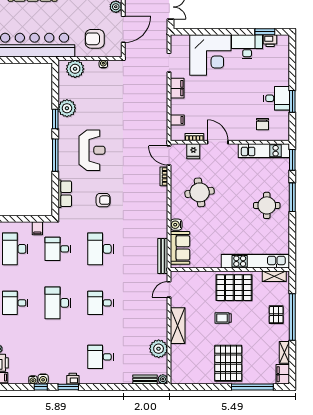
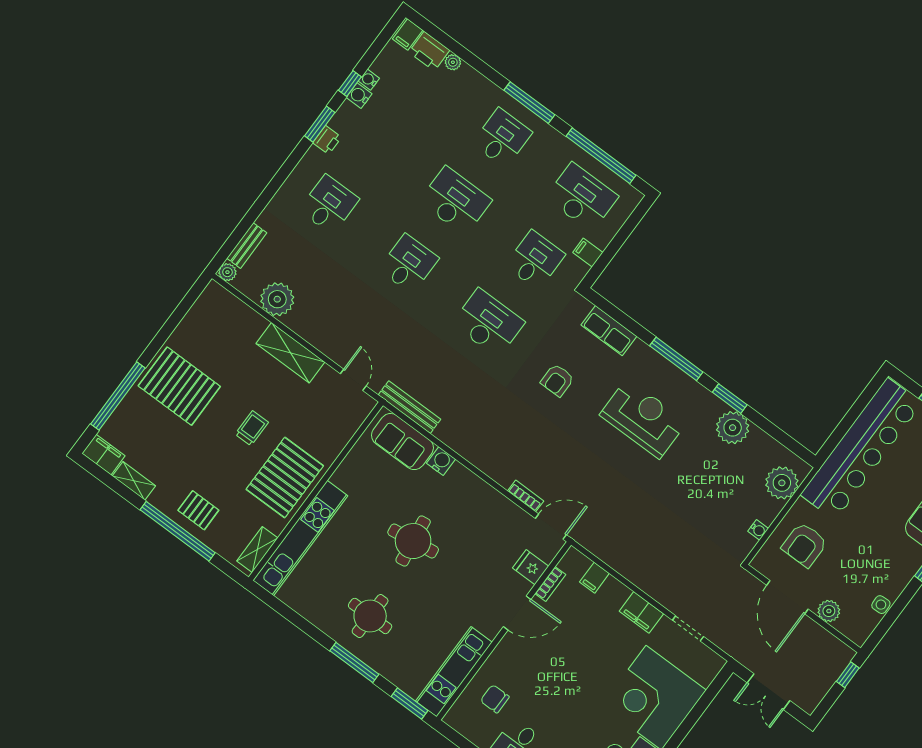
armchair: (95, 39) -> (804, 545), turned 180
reception desk: (92, 150) -> (643, 419), turned 180
round table: (200, 192) -> (413, 541), moved

